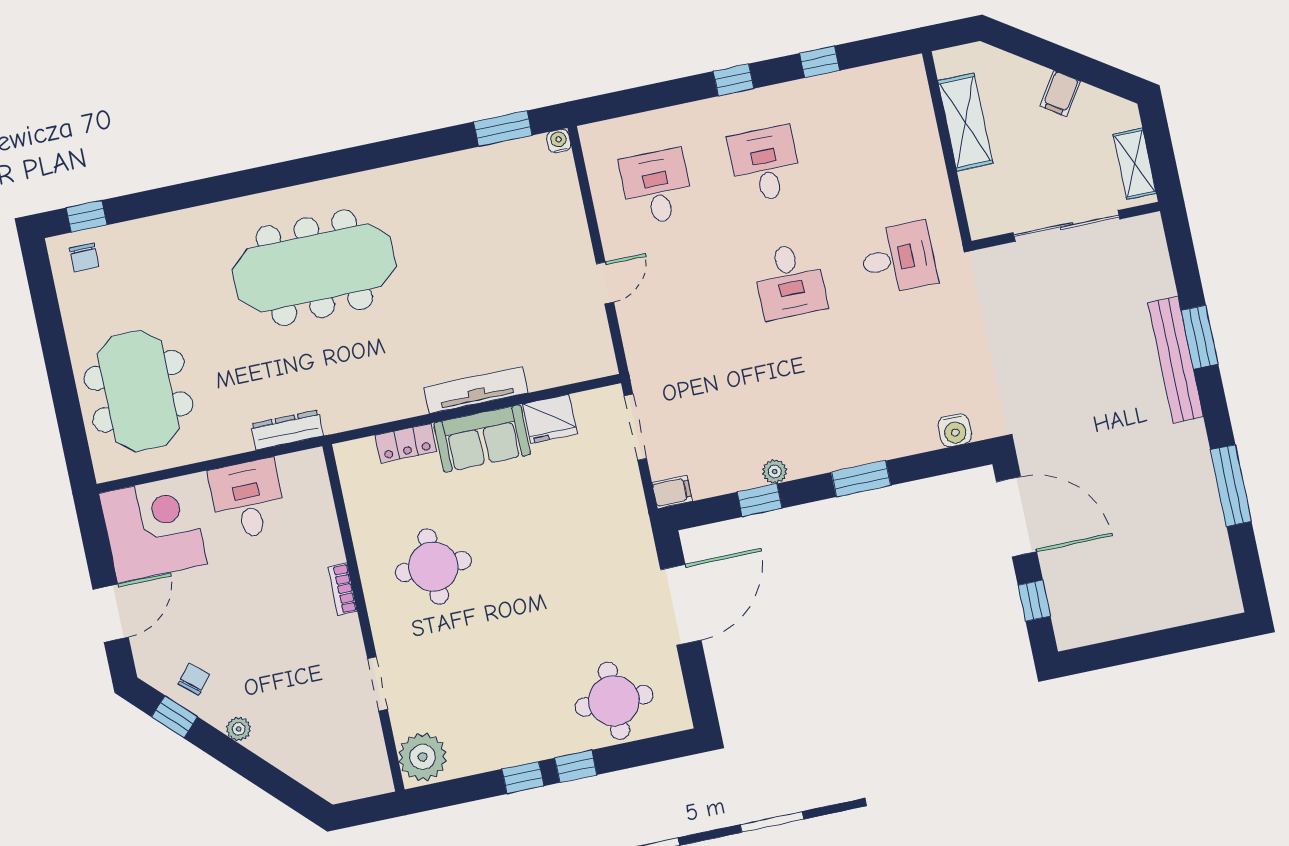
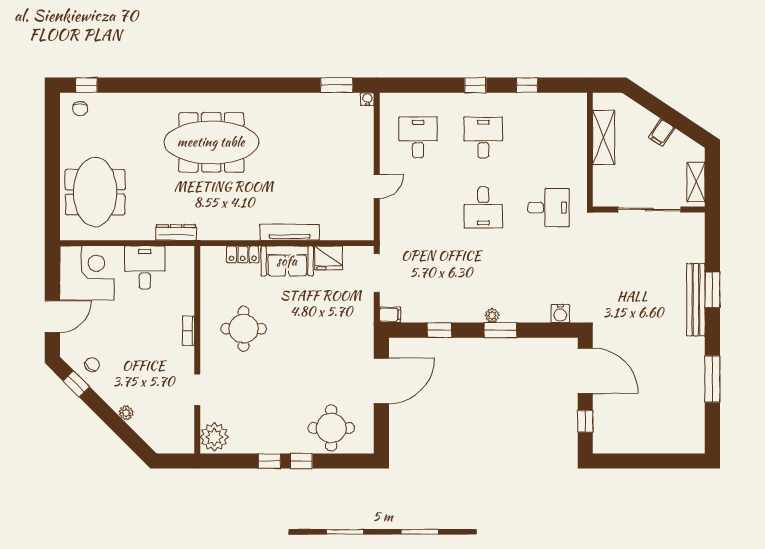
plant: (775, 471) -> (492, 315), moved
plant: (239, 729) -> (126, 413), moved

